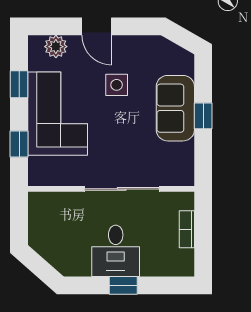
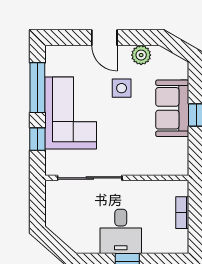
plant: (56, 47) -> (141, 55), moved
window: (19, 84) -> (37, 88), width x2.17
sliding door: (122, 189) -> (90, 178), moved

